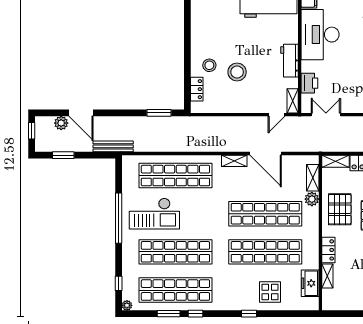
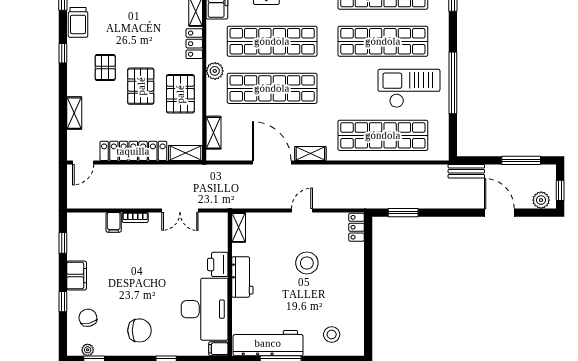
stool: (209, 65) -> (332, 335), moved
printer: (309, 83) -> (218, 264), moved
locker: (197, 89) -> (357, 227), moved
door: (276, 115) -> (302, 210), moved
double door: (326, 115) -> (180, 210), moved
plant: (61, 123) -> (541, 200), moved
bench: (113, 146) -> (466, 171), width x0.73
window: (63, 155) -> (521, 160), width x1.44
plant: (312, 199) -> (215, 71), moved

